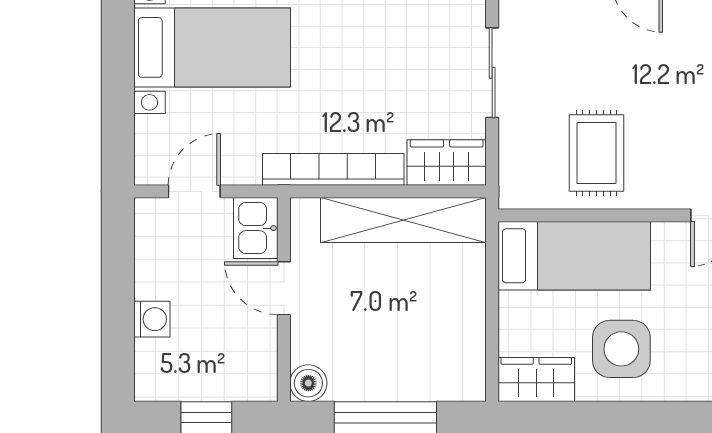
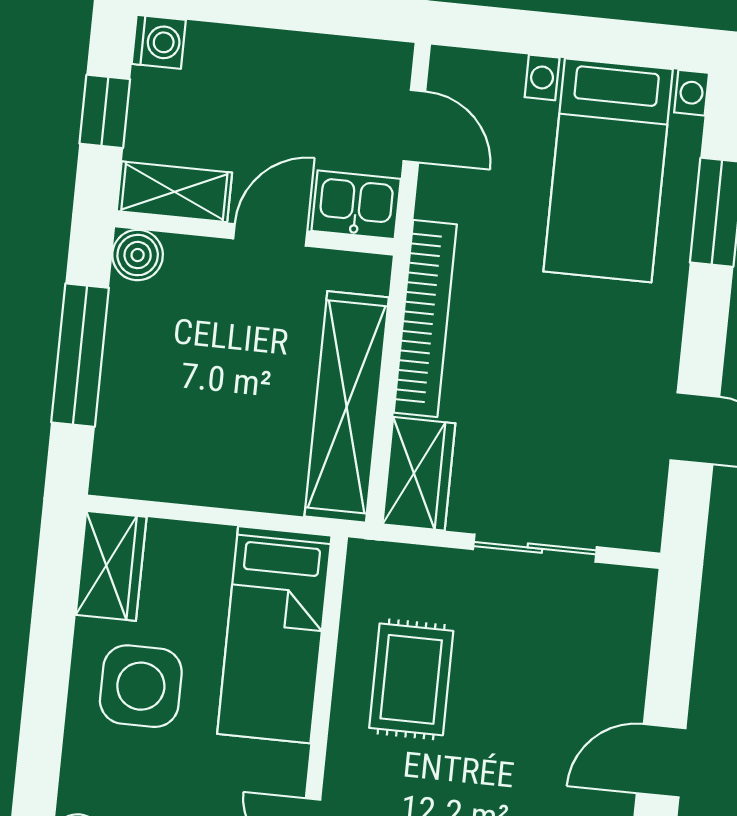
rug: (596, 153) -> (411, 679), turned 90
washing machine: (152, 319) -> (159, 42), moved, turned -90
shelving: (260, 361) -> (174, 192), added

